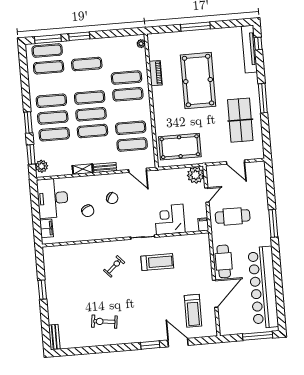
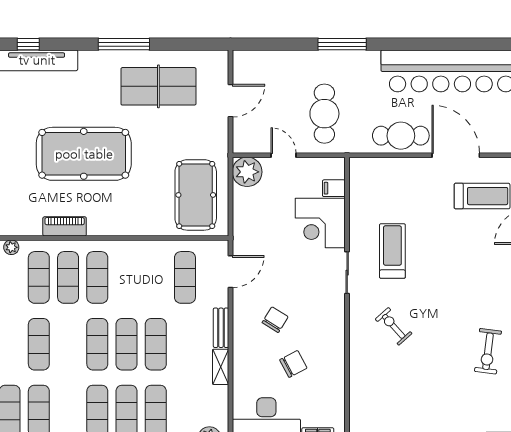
exercise mat: (131, 128) -> (39, 277), moved
filing cabinet: (203, 224) -> (334, 188), moved

